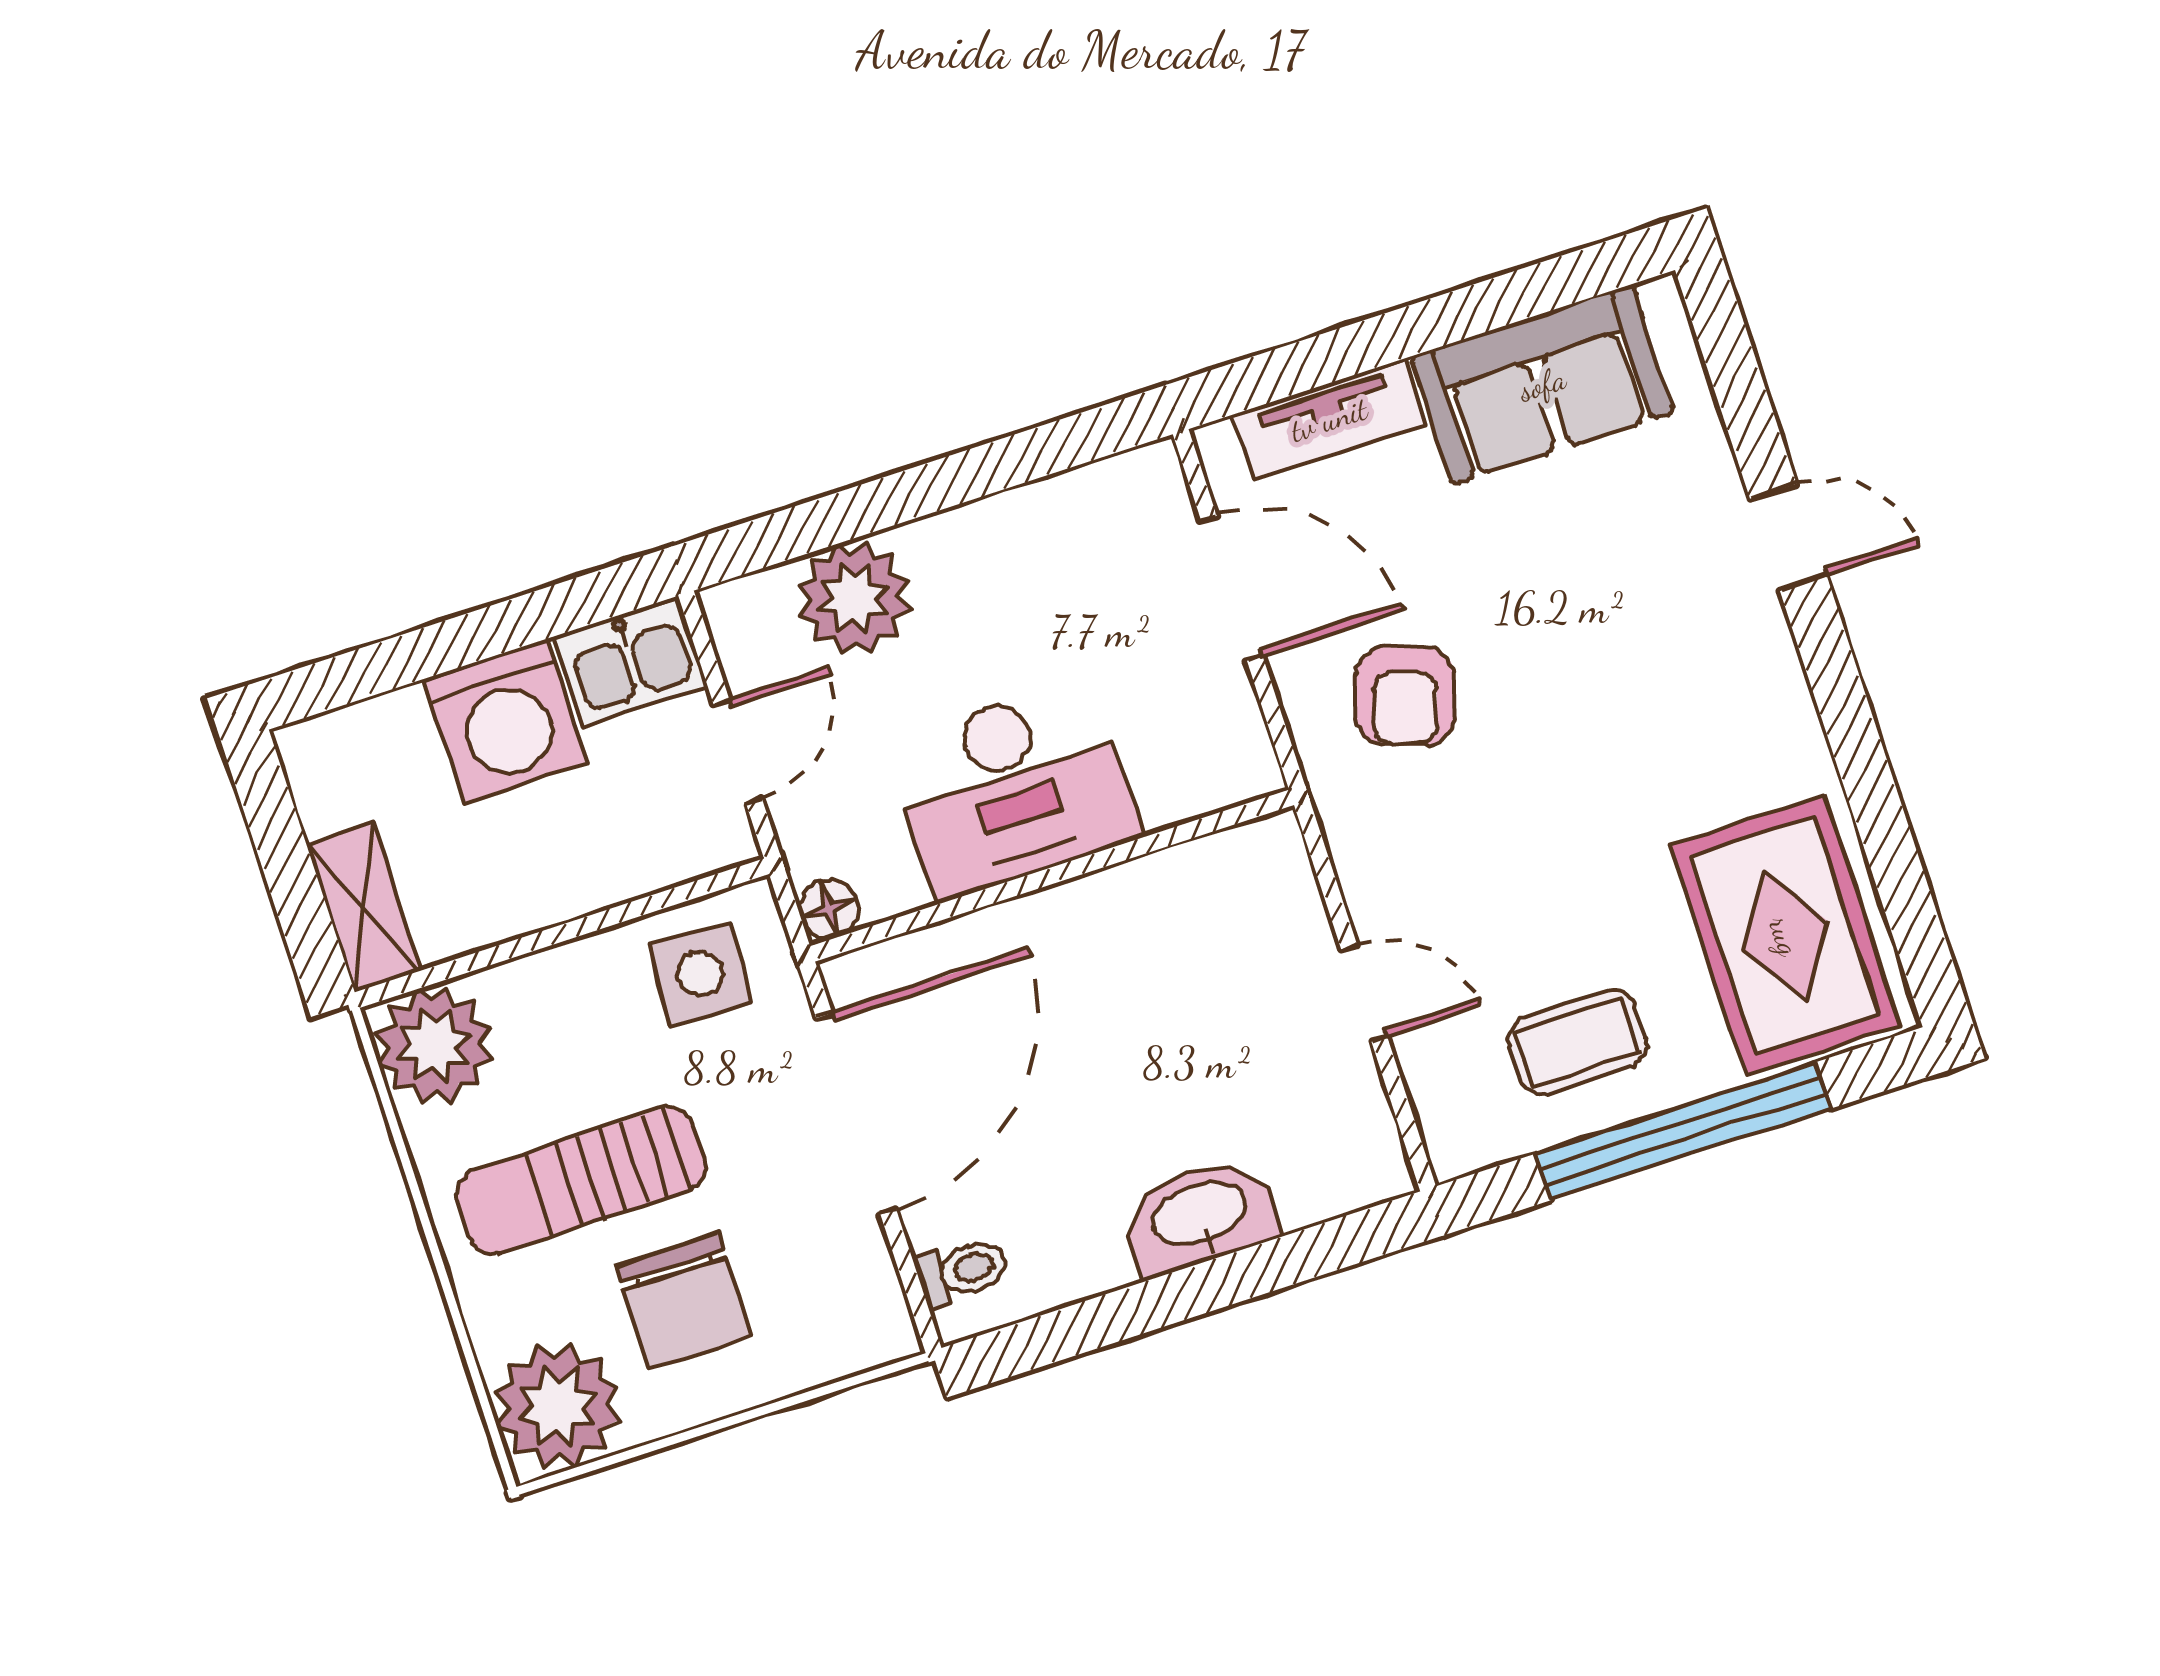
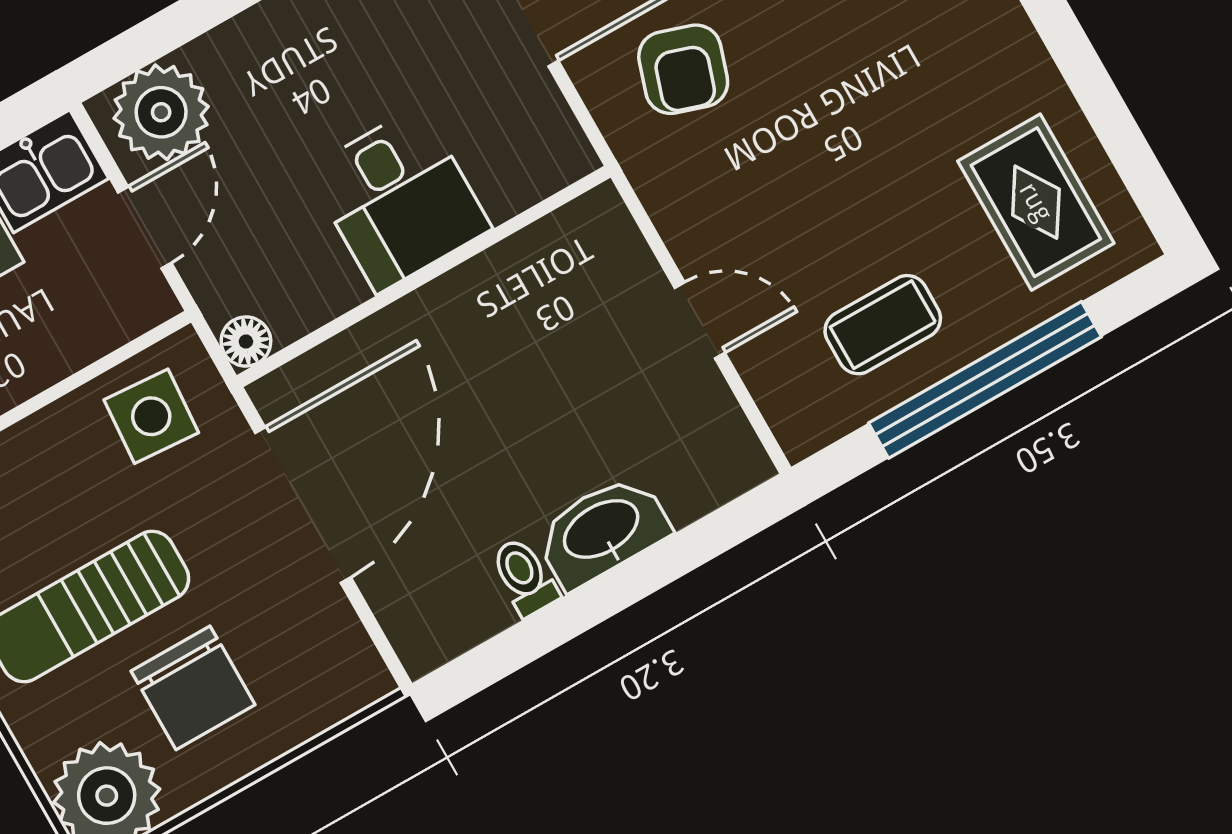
plant: (854, 598) -> (161, 112), moved
desk: (1013, 789) -> (399, 199), width x0.73
rug: (1785, 936) -> (1036, 202), width x0.73, depth x0.70
toilet: (962, 1271) -> (524, 577), moved, turned -90

